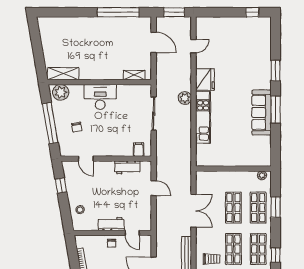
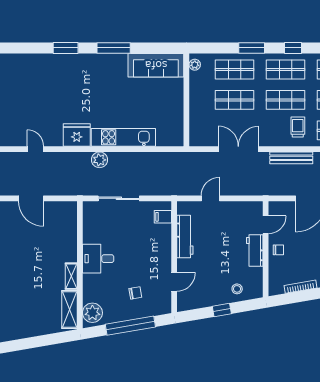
door: (154, 42) -> (31, 198), swing flipped
shelving: (134, 75) -> (71, 276), moved
desk: (100, 97) -> (98, 259), width x0.73
sofa: (262, 113) -> (156, 65), moved
workbench: (127, 167) -> (185, 236), width x1.37
window: (61, 185) -> (222, 310), moved
window: (276, 207) -> (252, 48), moved

